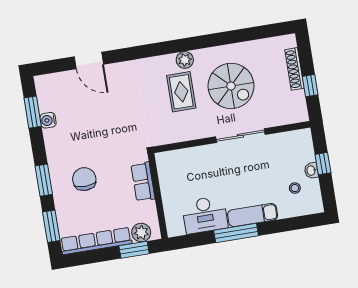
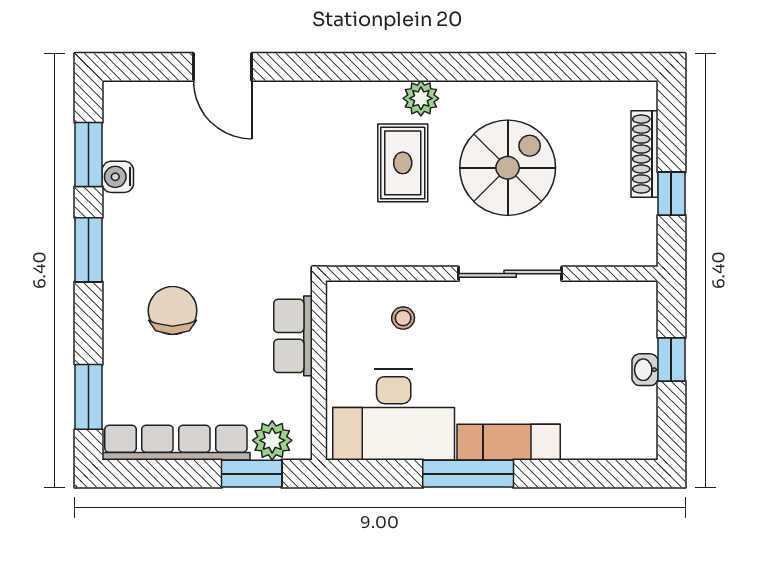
spiral stairs: (231, 86) -> (508, 168), turned -90
window: (44, 180) -> (88, 250), moved
stool: (295, 188) -> (403, 318), moved
desk: (205, 215) -> (394, 415), width x1.36, depth x1.30

